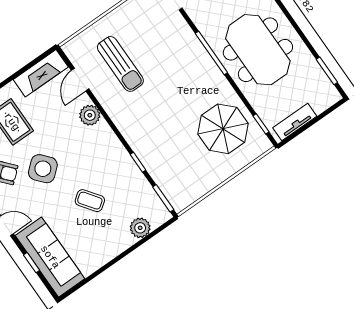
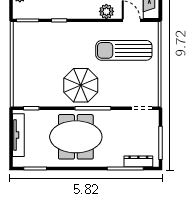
sun lounger: (120, 64) -> (124, 50), width x1.36, depth x1.34
tv unit: (295, 122) -> (18, 135), width x1.41
parasol: (223, 129) -> (81, 85), moved

